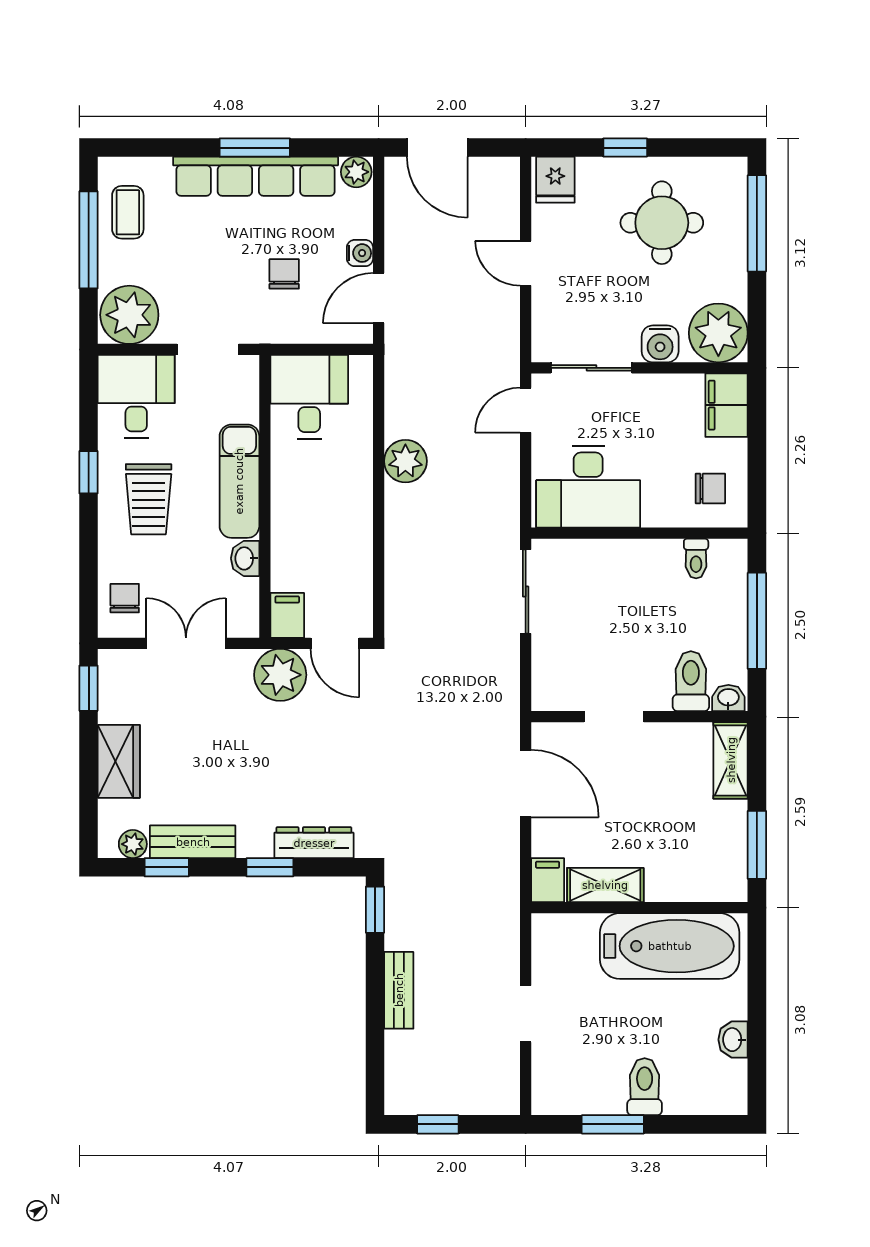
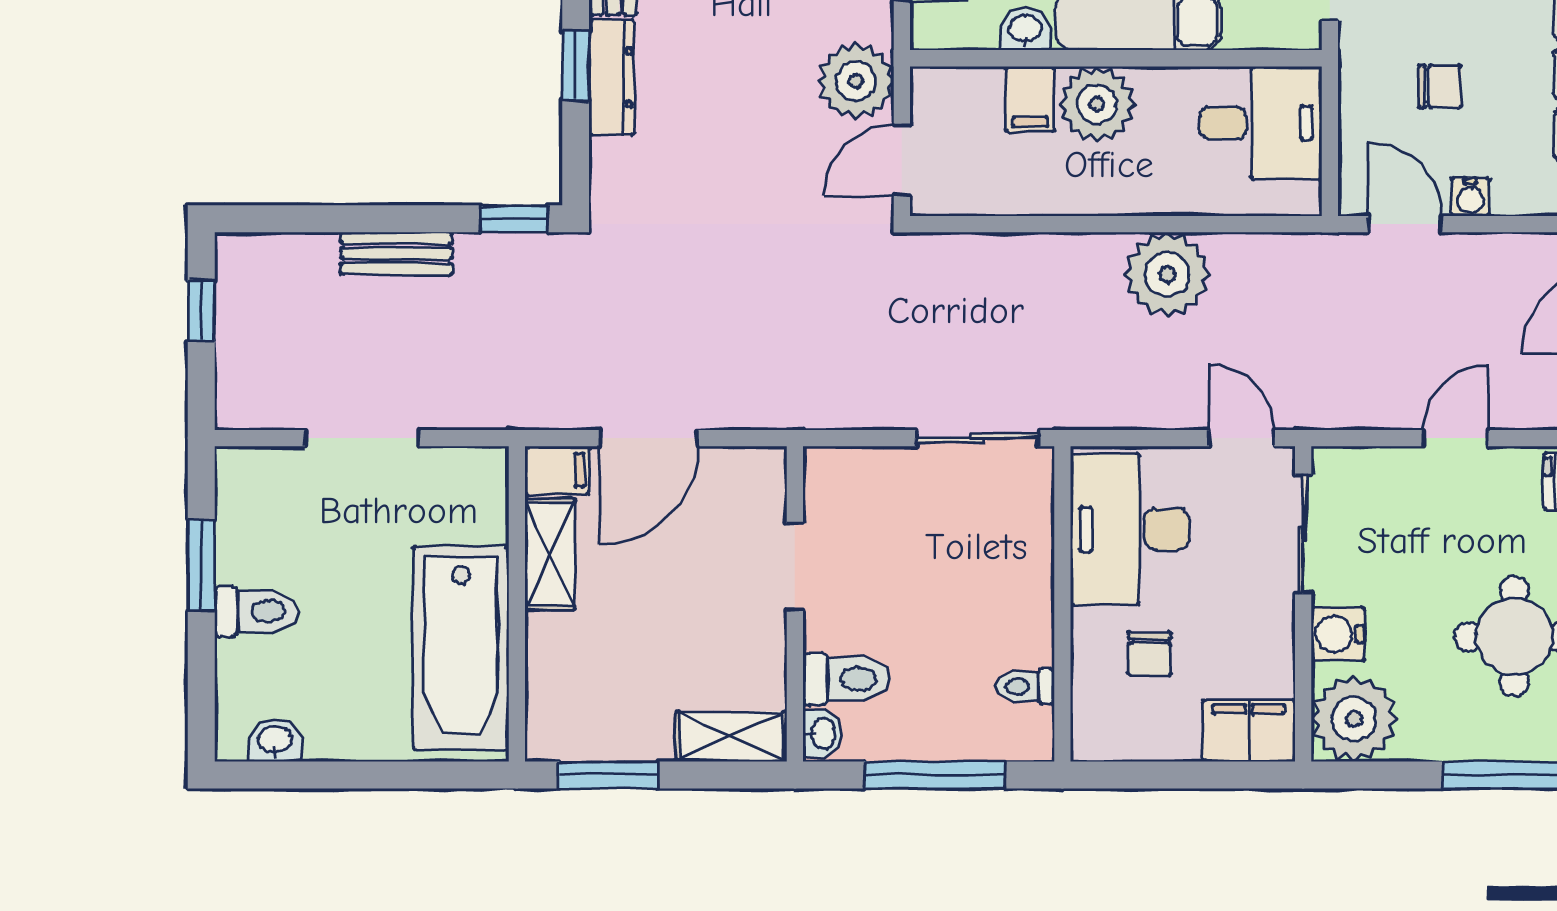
plant: (405, 461) -> (1167, 274), width x1.36, depth x1.36
chair: (710, 488) -> (1149, 654), moved
plant: (296, 510) -> (1097, 104), added
filing cabinet: (287, 615) -> (1030, 99), moved, turned 90
door: (526, 784) -> (649, 438), moved
dresser: (314, 843) -> (612, 78), moved
doorway: (526, 1014) -> (362, 438), width x1.38
washbasin: (733, 1040) -> (275, 740), moved

